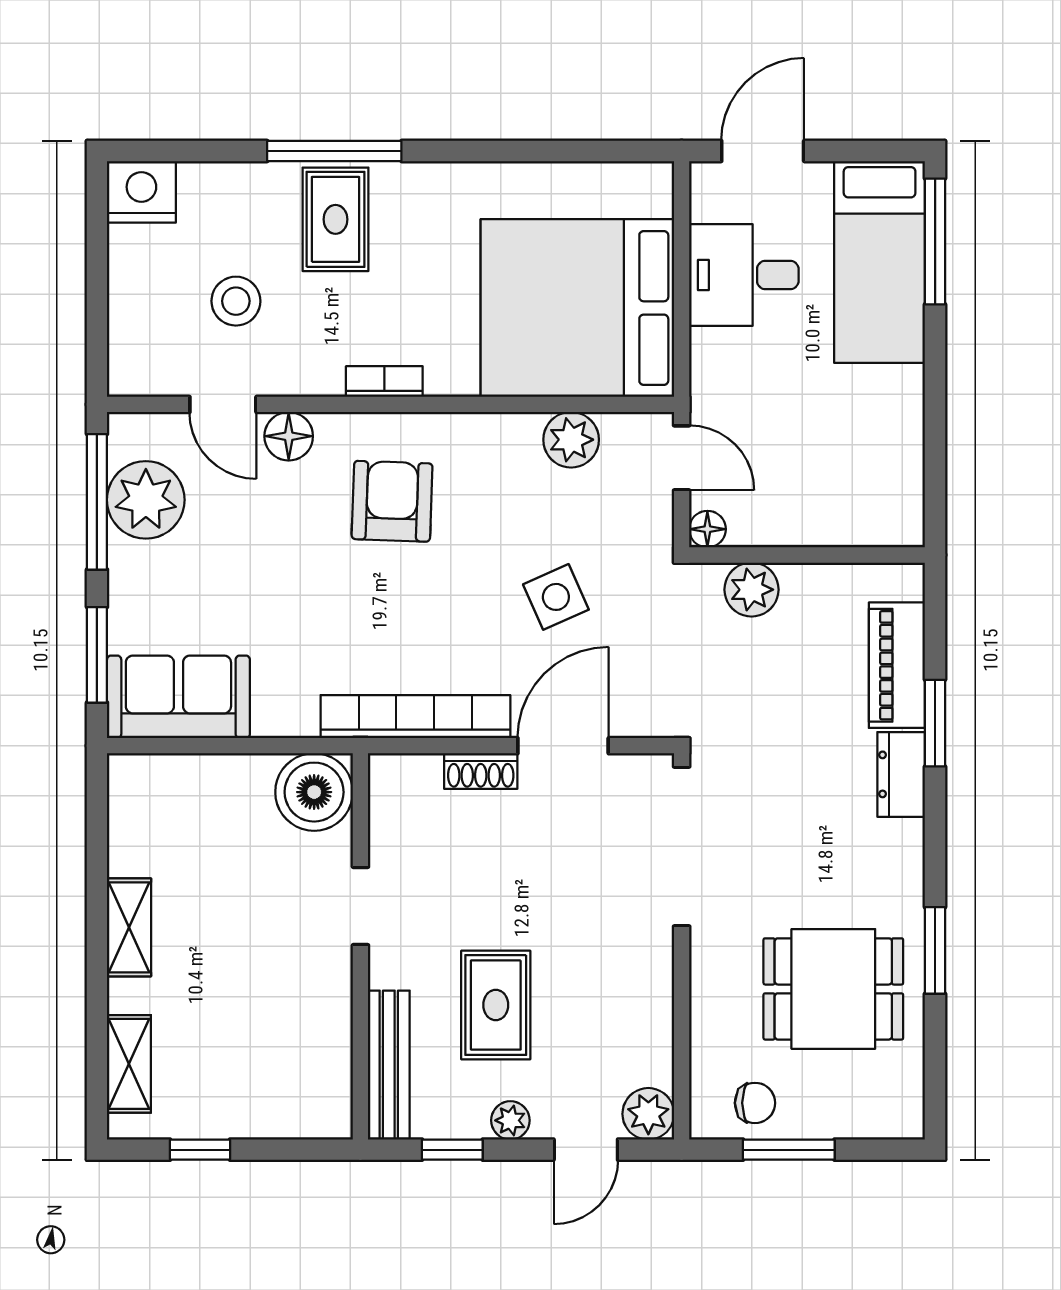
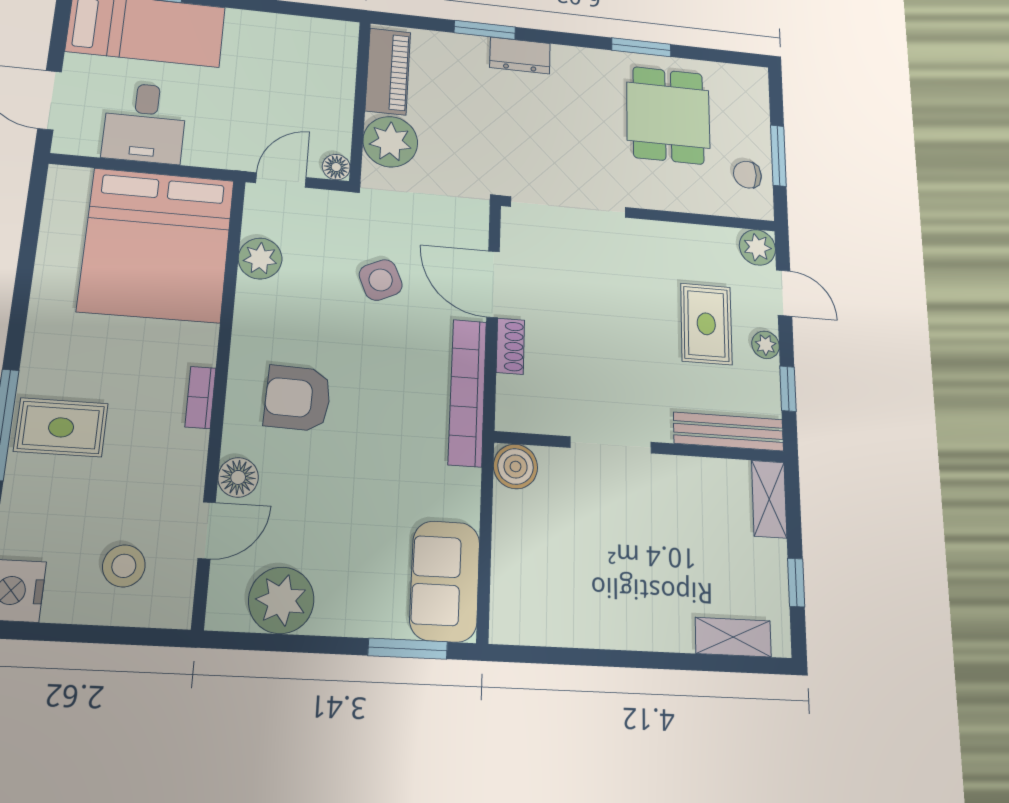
stool: (236, 301) -> (124, 566), moved
window: (97, 502) -> (280, 643), removed
plant: (752, 590) -> (390, 142), width x1.36, depth x1.36
piano: (897, 665) -> (388, 71), moved, turned -90
boiler: (314, 792) -> (516, 466), width x0.73, depth x0.73
doorway: (360, 906) -> (611, 445), width x1.38
shelving: (129, 927) -> (769, 499), moved, turned 90
rug: (496, 1005) -> (706, 324), moved, turned 90
chair: (755, 1103) -> (747, 175), turned -90

